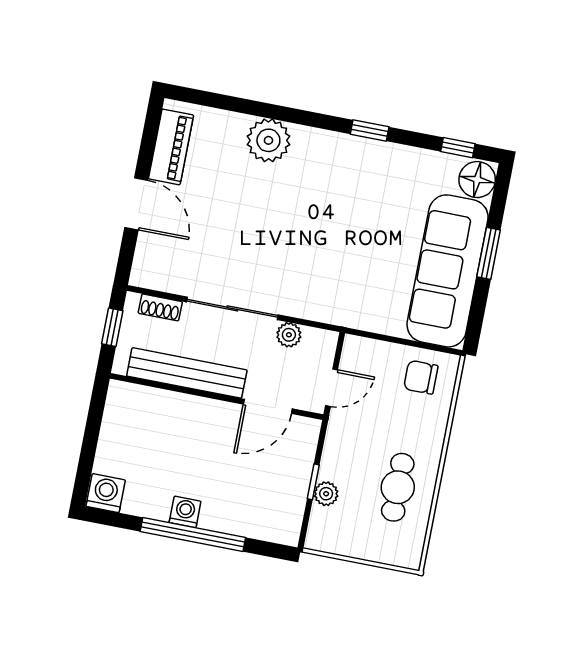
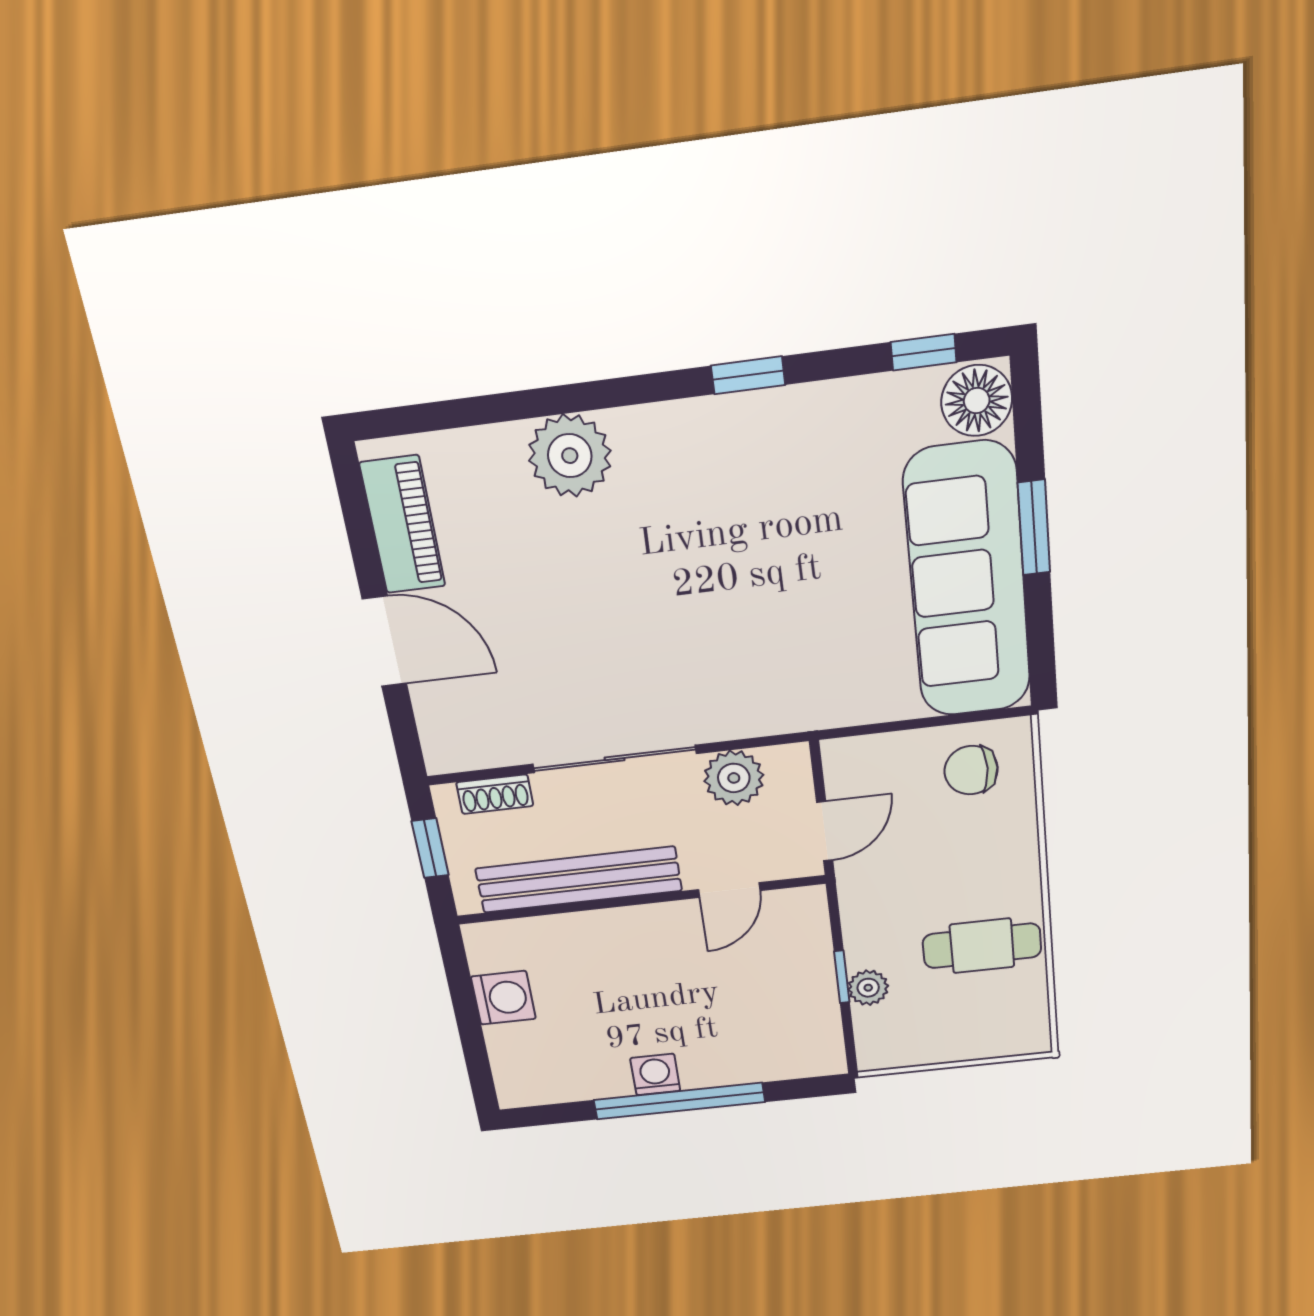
plant: (289, 335) -> (734, 778), width x1.38, depth x1.38
door: (268, 406) -> (729, 890), width x0.73
cafe table: (398, 487) -> (982, 946), turned 90
washing machine: (106, 493) -> (503, 998), moved, turned 90

